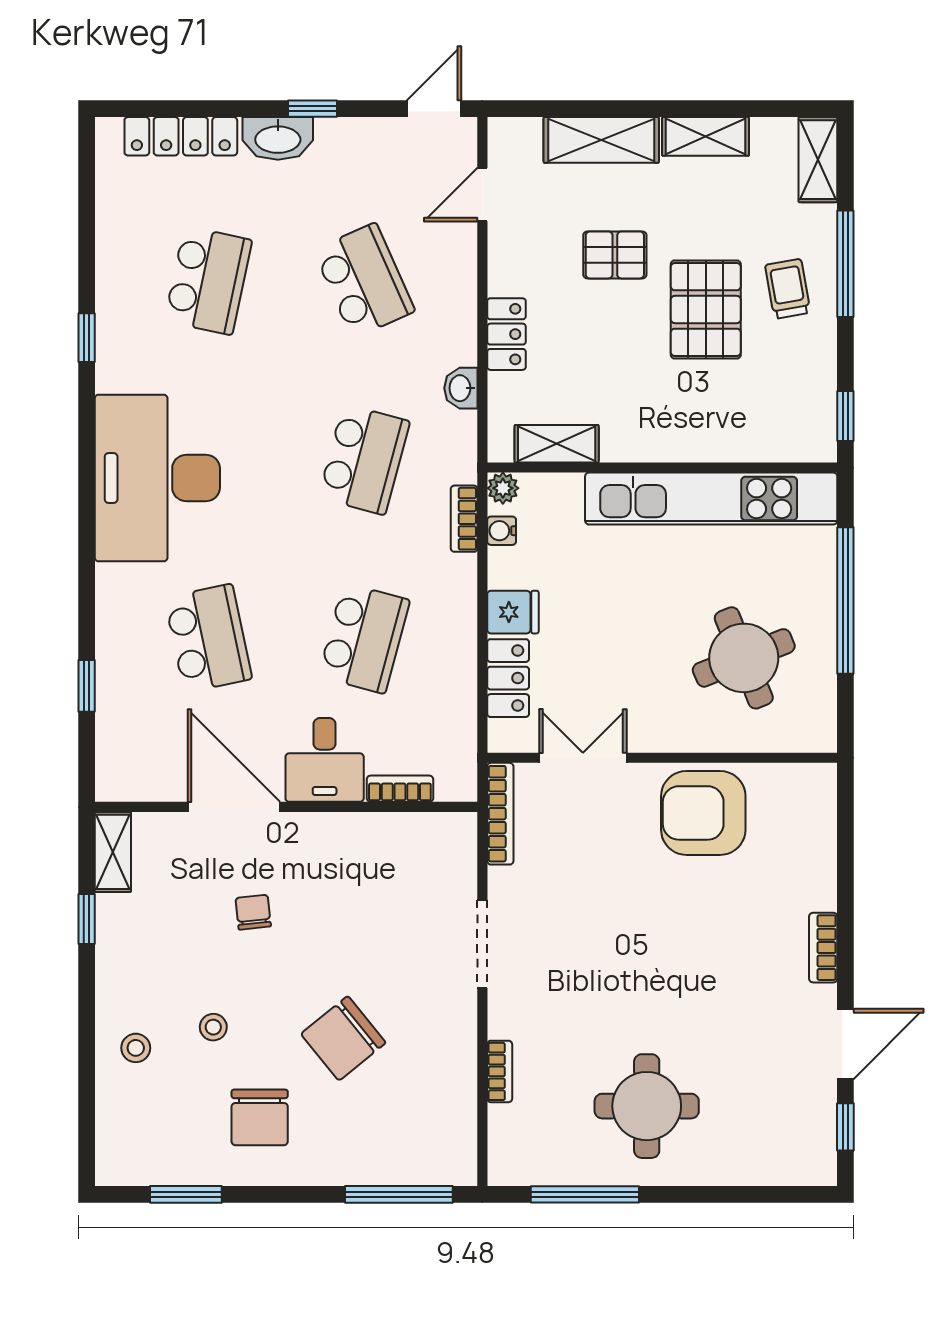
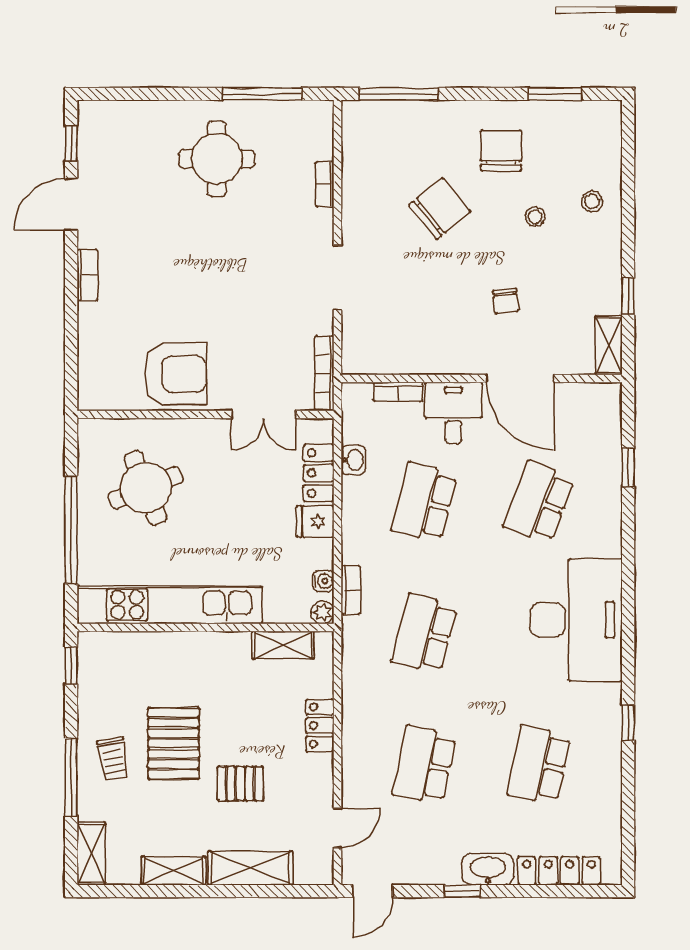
school desk: (364, 281) -> (424, 765), turned 36
washbasin: (461, 388) -> (353, 460), moved
school desk: (208, 638) -> (539, 502), turned 33

